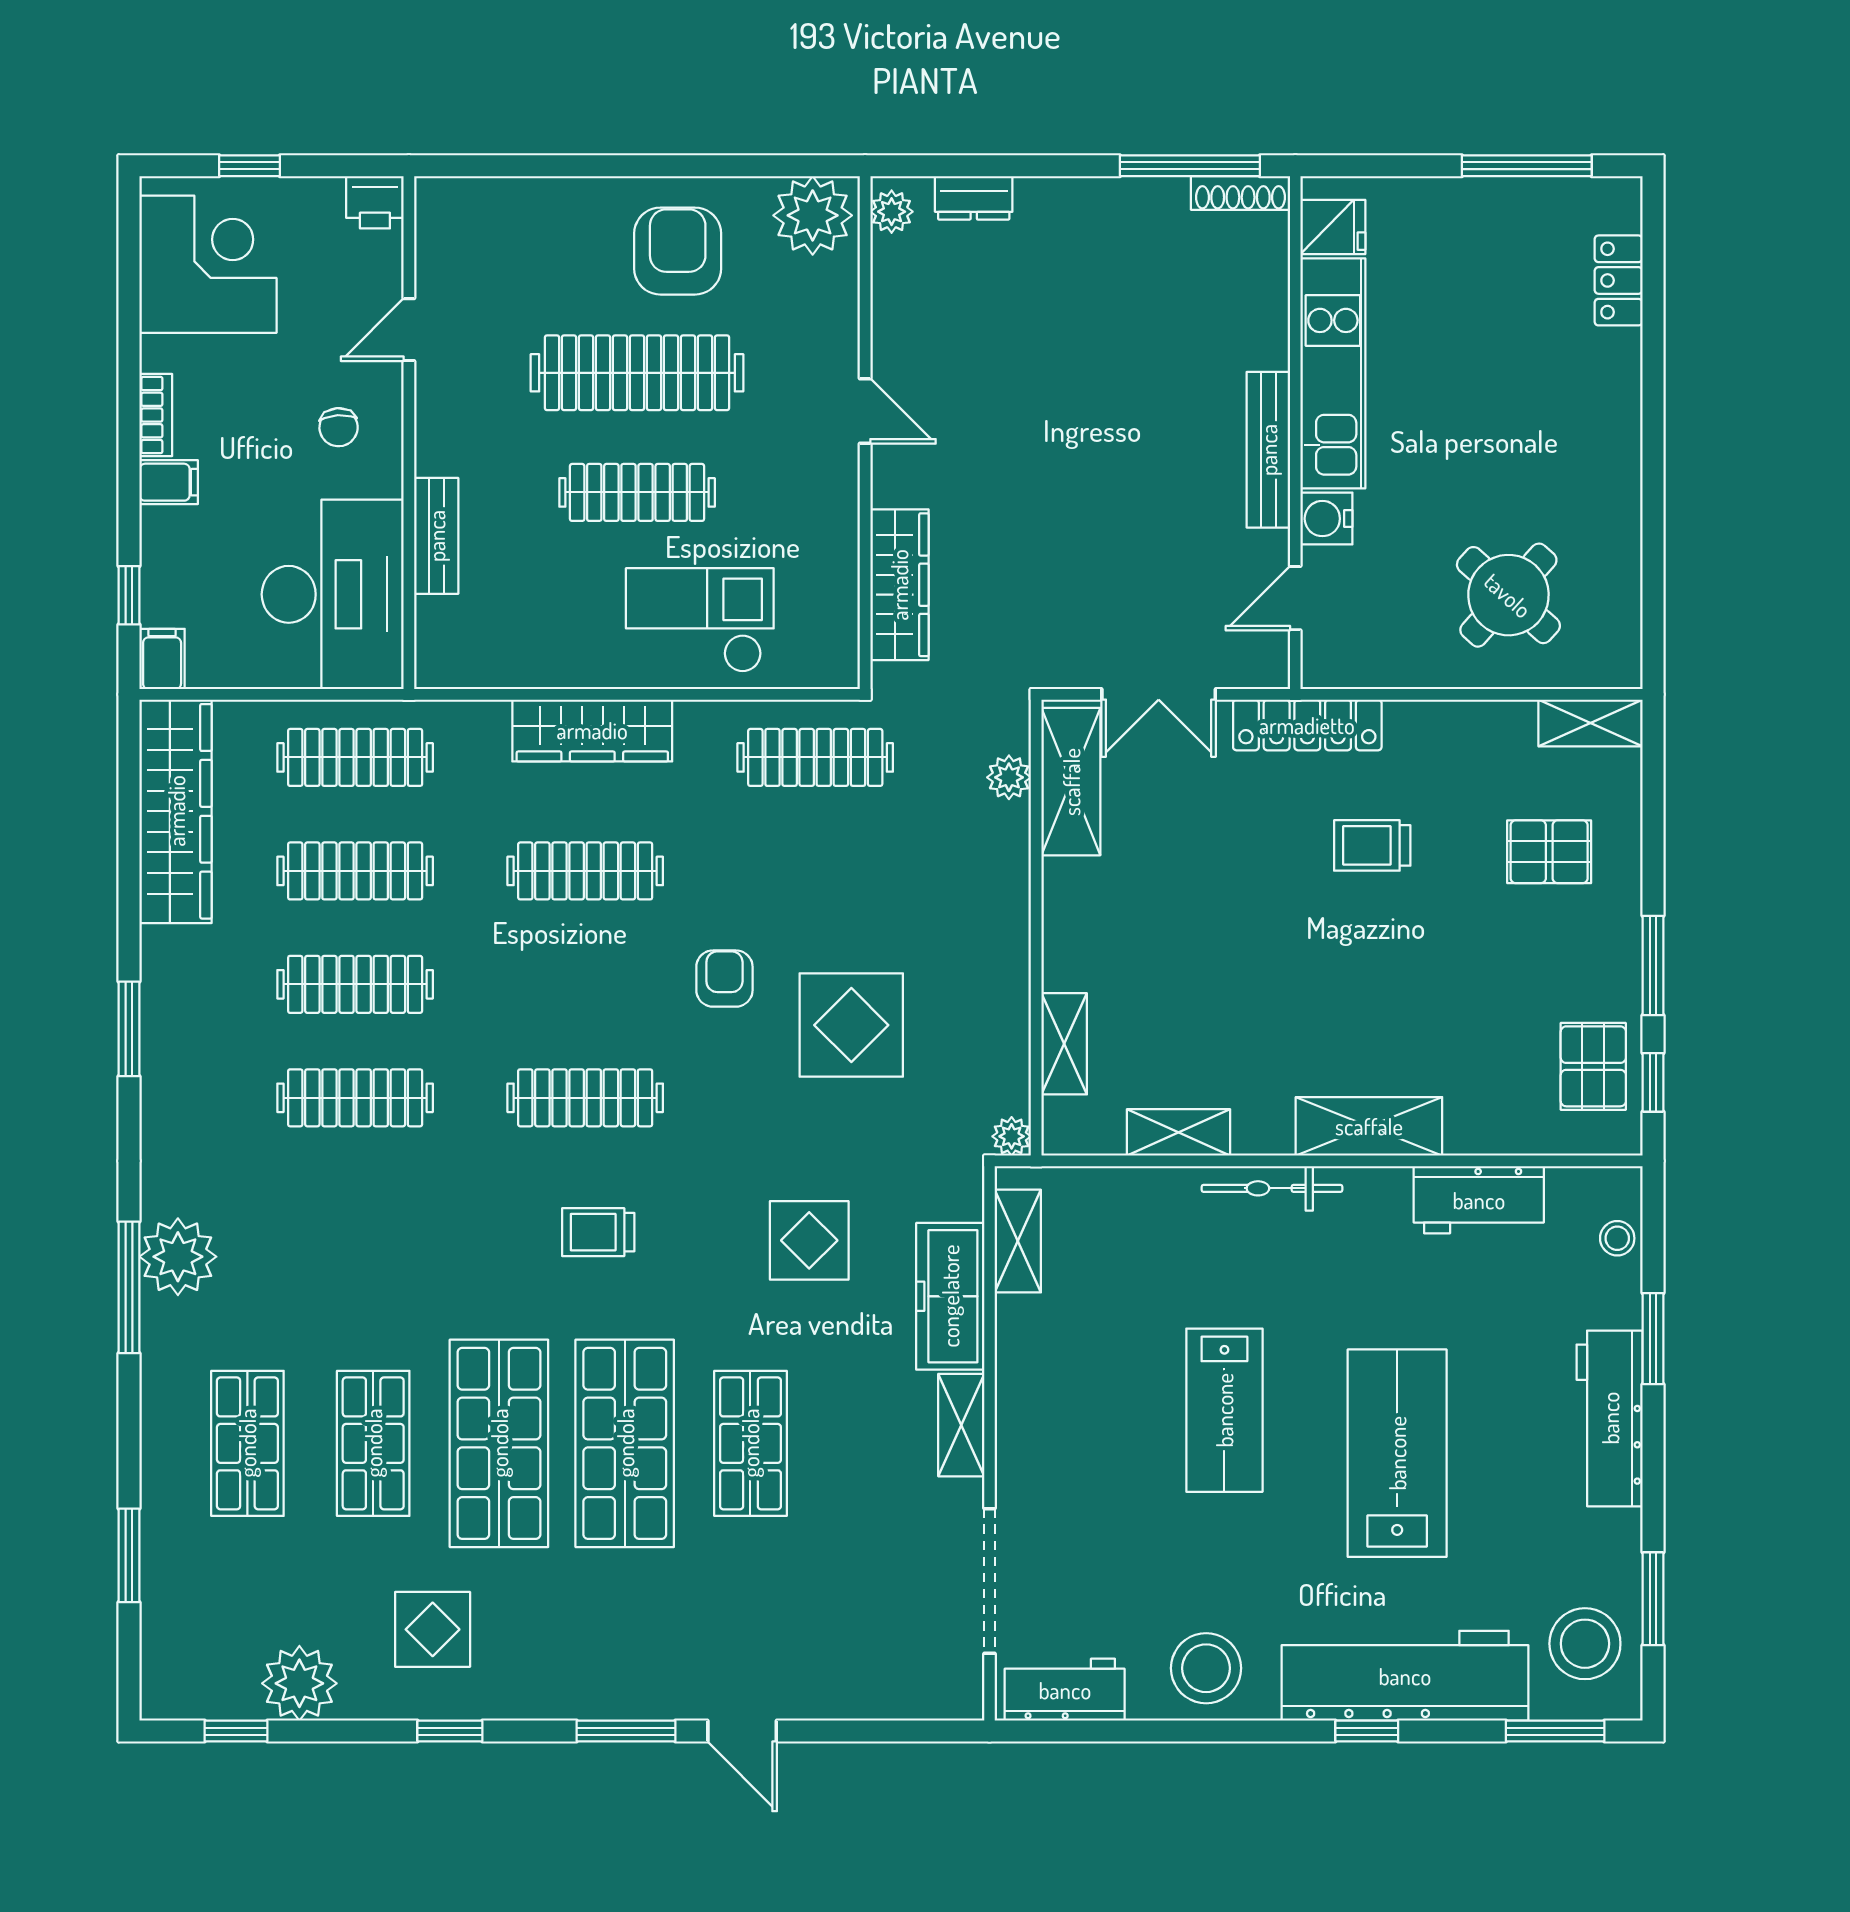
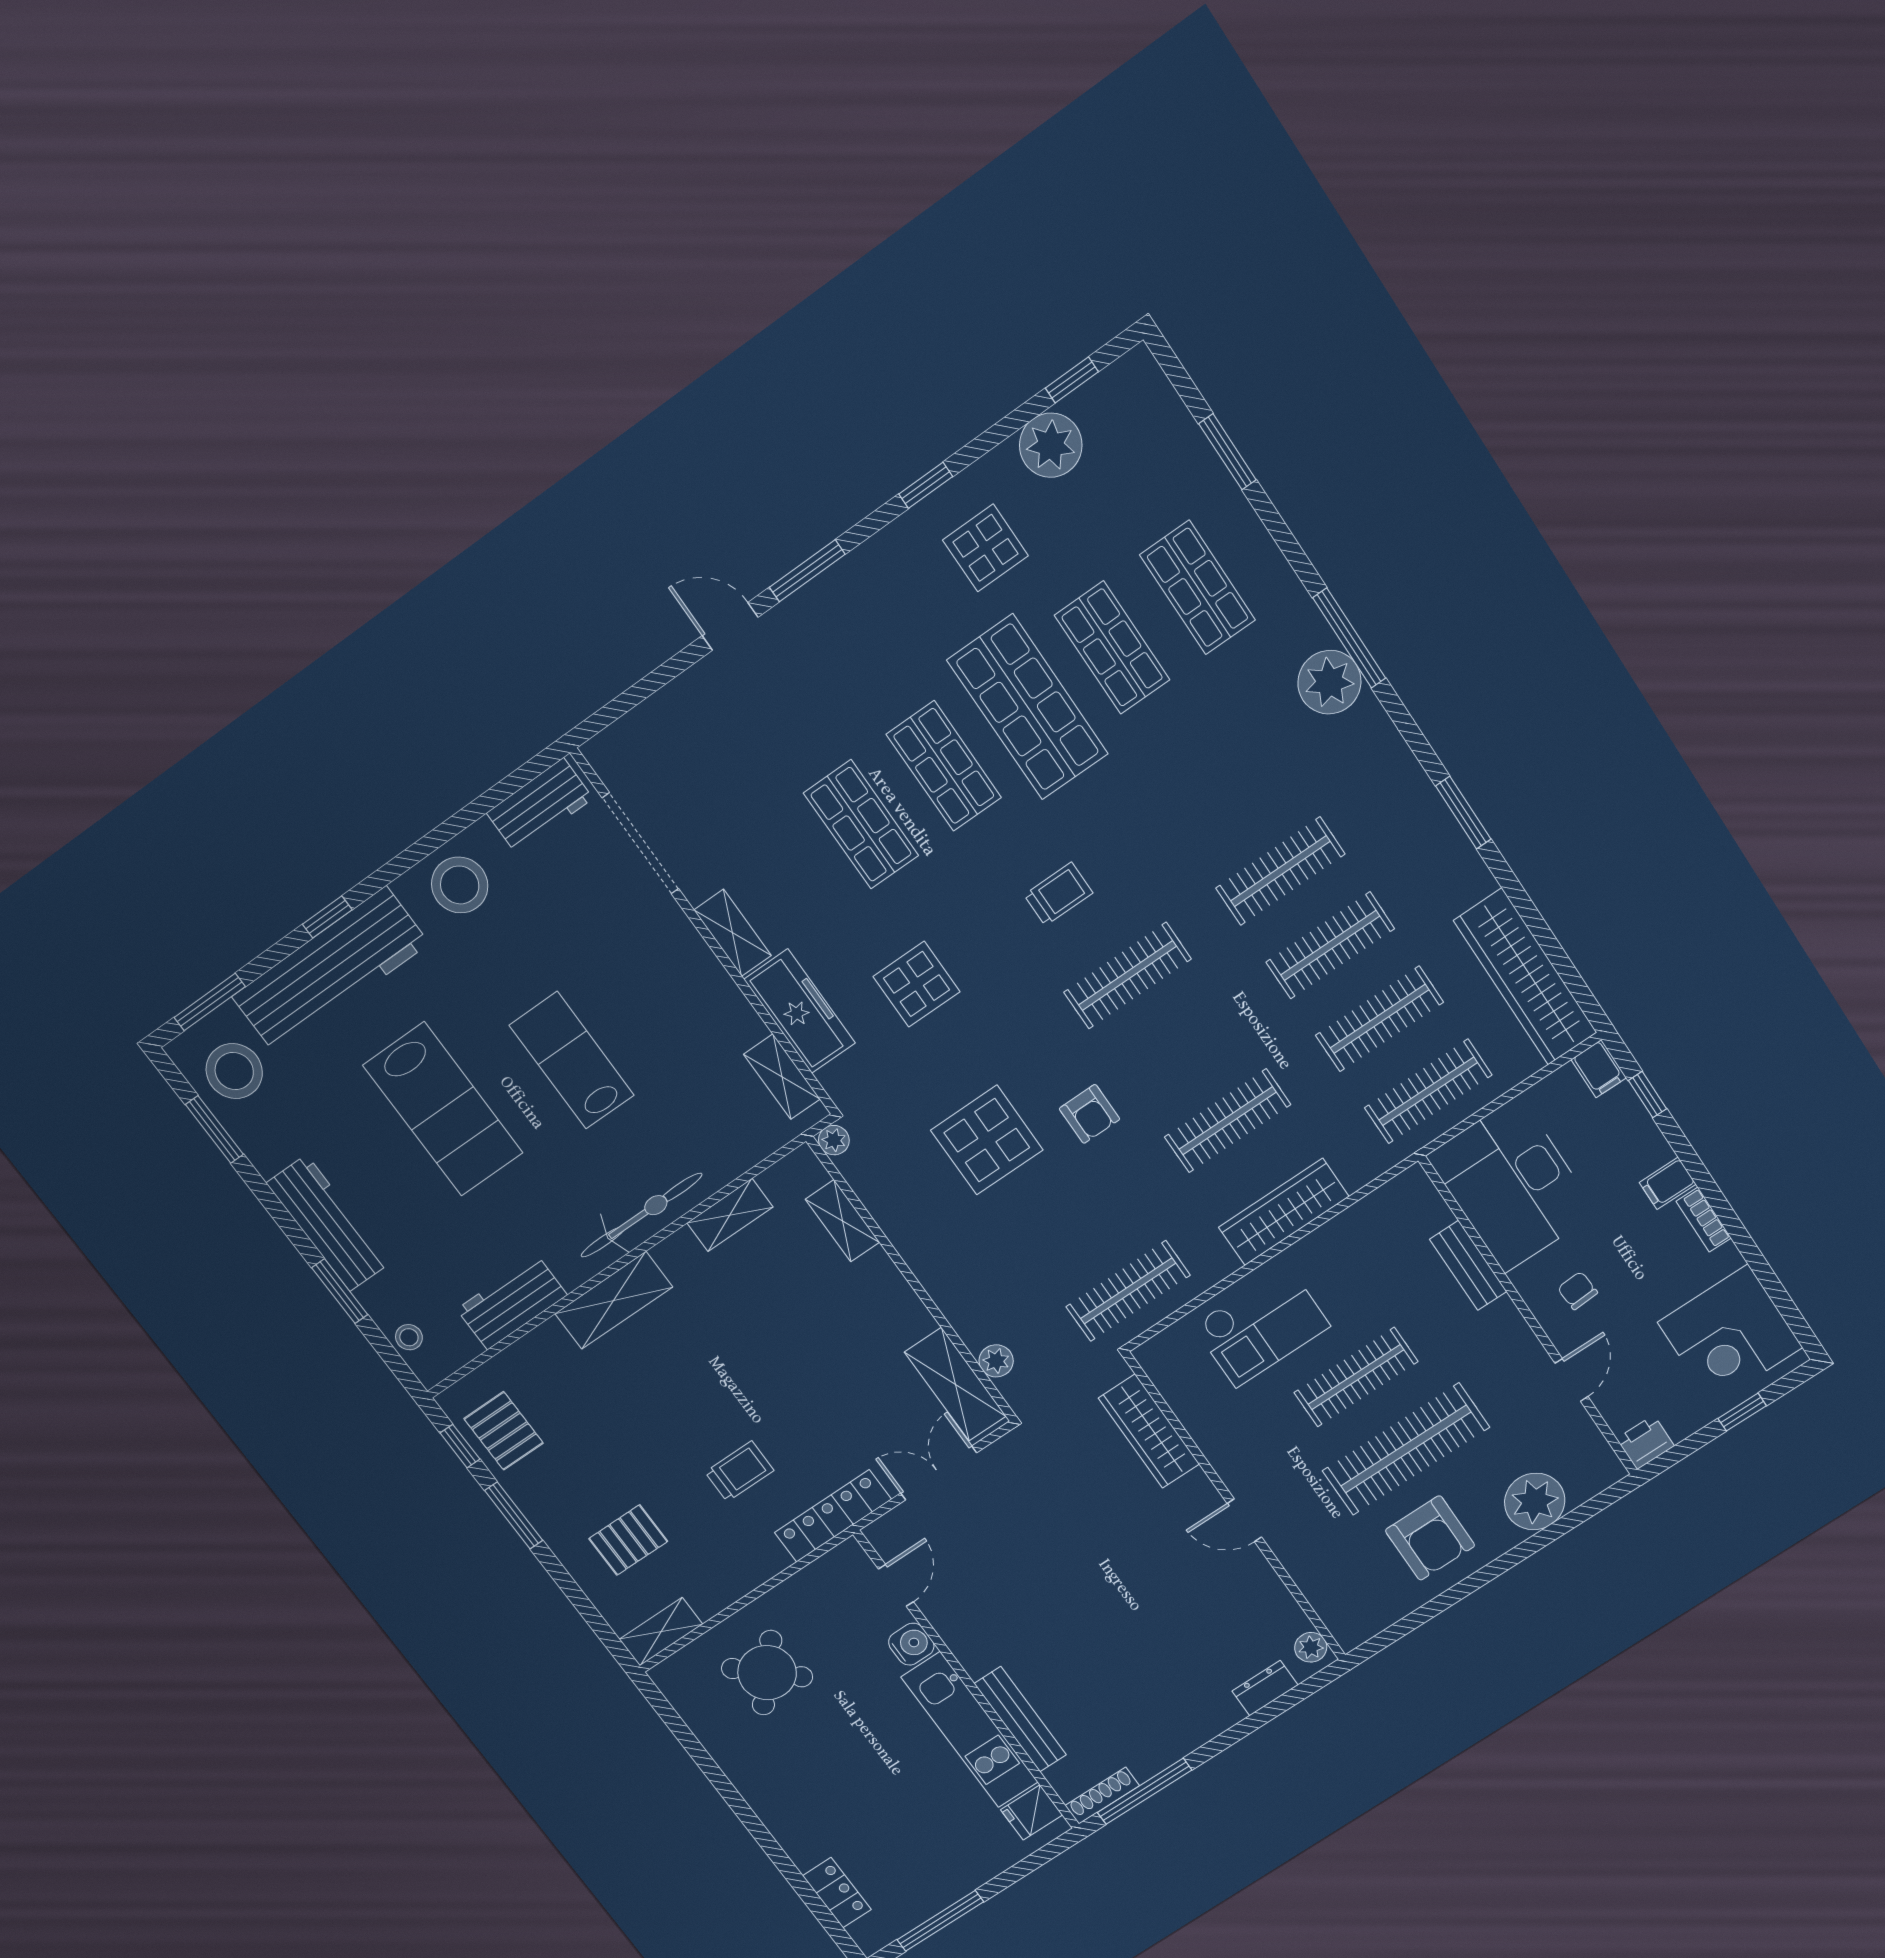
plant: (813, 215) -> (1535, 1501), moved
bench: (1268, 450) -> (1020, 1719), moved
bicycle: (1272, 1188) -> (641, 1215), width x1.37, depth x1.40
shop shelf: (625, 1443) -> (944, 766), width x0.70, depth x0.74

